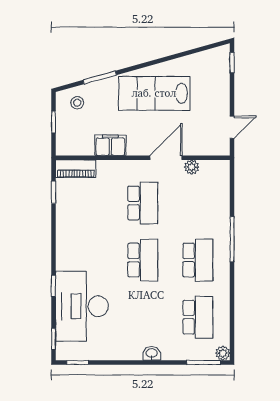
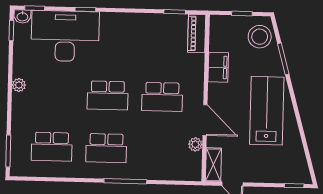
stool: (77, 103) -> (260, 37), width x1.89, depth x1.89
shelving: (212, 148) -> (213, 165), added
washbasin: (152, 353) -> (22, 16), moved, turned 90
plant: (223, 353) -> (19, 85), moved

